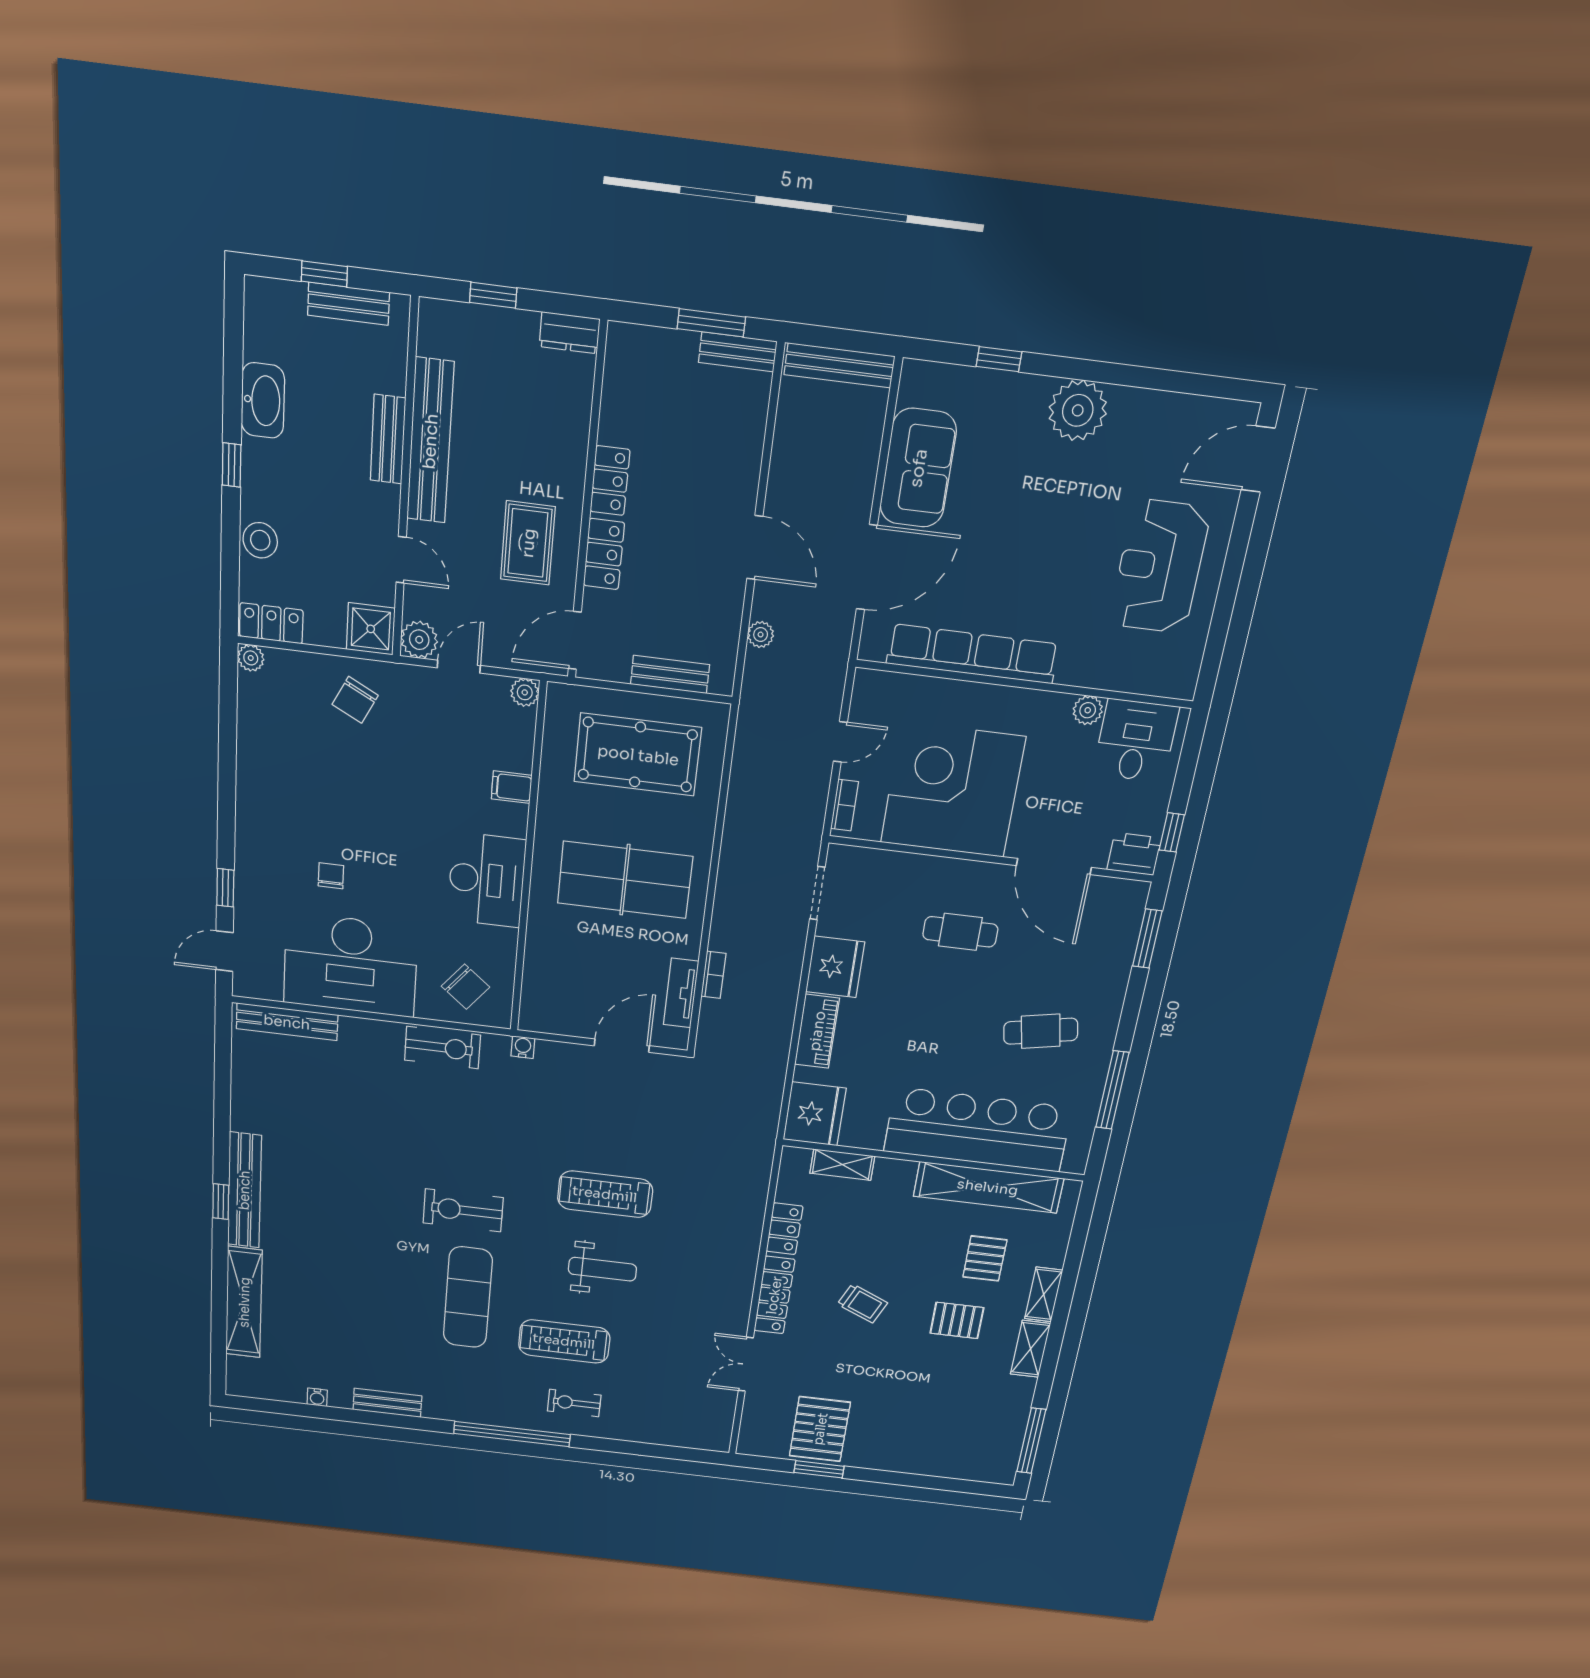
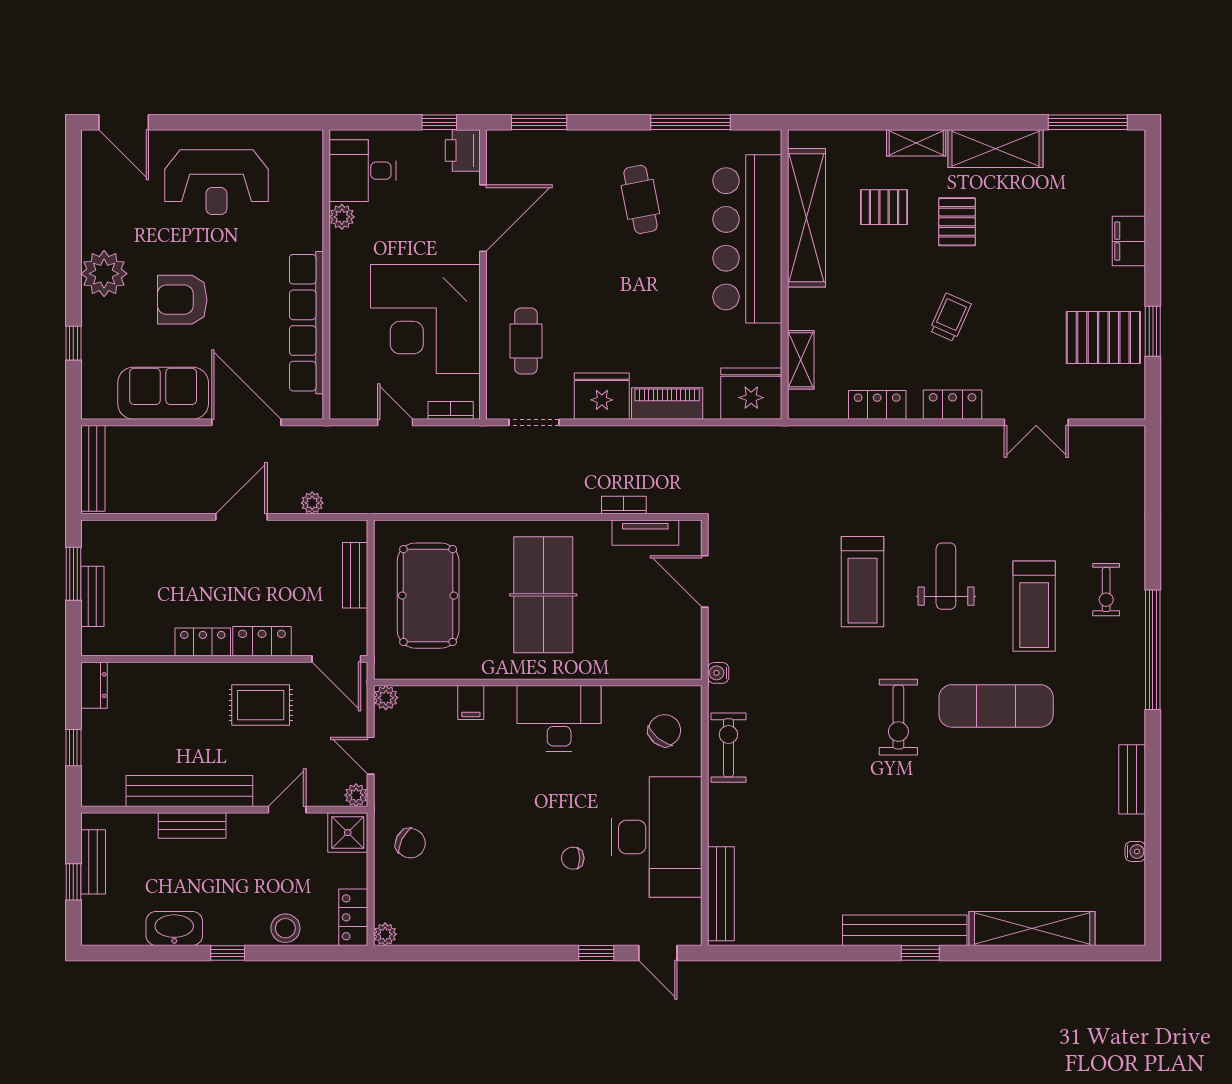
bench: (738, 352) -> (92, 596), moved
armchair: (1027, 506) -> (182, 300), added
plant: (419, 640) -> (356, 795), width x0.73, depth x0.73
cafe table: (960, 932) -> (526, 341), moved
locker: (774, 1295) -> (953, 405), width x0.66
shelving: (1030, 1349) -> (996, 149), width x1.50, depth x1.33
filing cabinet: (909, 1460) -> (1129, 241), added

